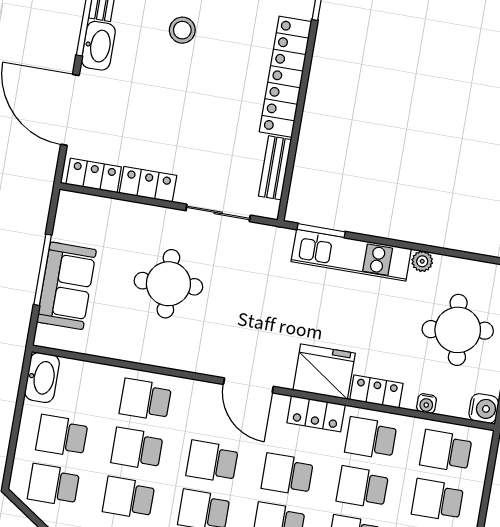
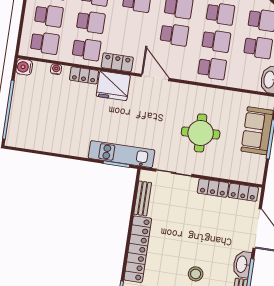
kitchen unit: (351, 255) -> (122, 154), moved
plant: (422, 261) -> (60, 148), removed
round table: (458, 330) -> (39, 110), removed
school desk: (287, 474) -> (133, 28), removed

